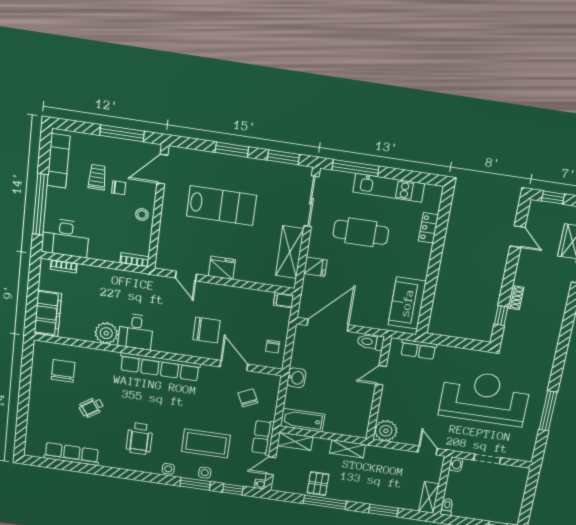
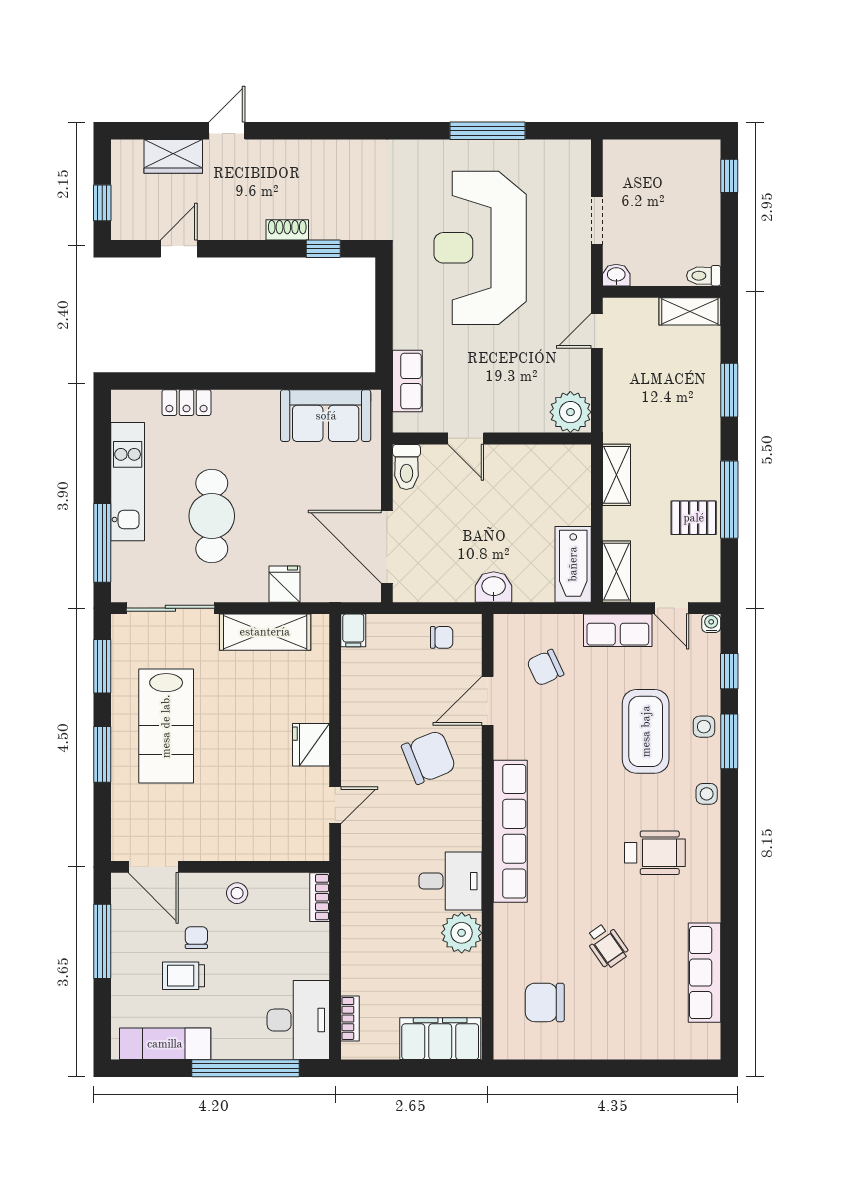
lab bench: (221, 206) -> (166, 726), moved, turned 180
chair: (207, 330) -> (429, 757), turned 68

